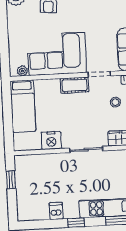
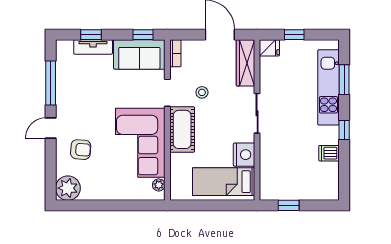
cot: (74, 85) -> (182, 129), width x1.37, depth x1.34
stool: (115, 102) -> (202, 92), moved
bed: (23, 106) -> (224, 182), moved, turned 180

